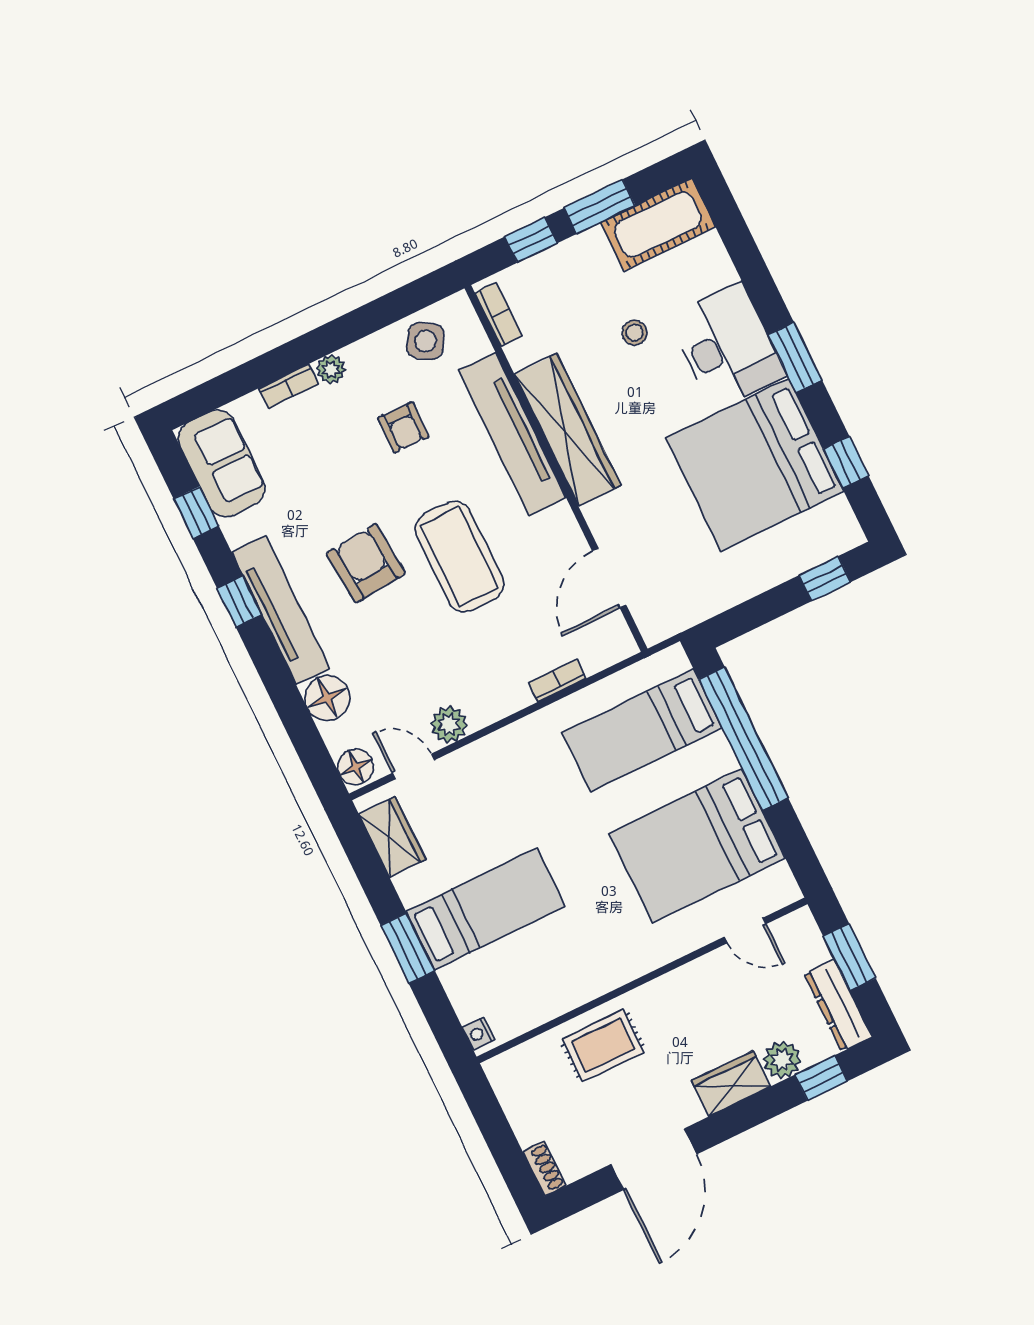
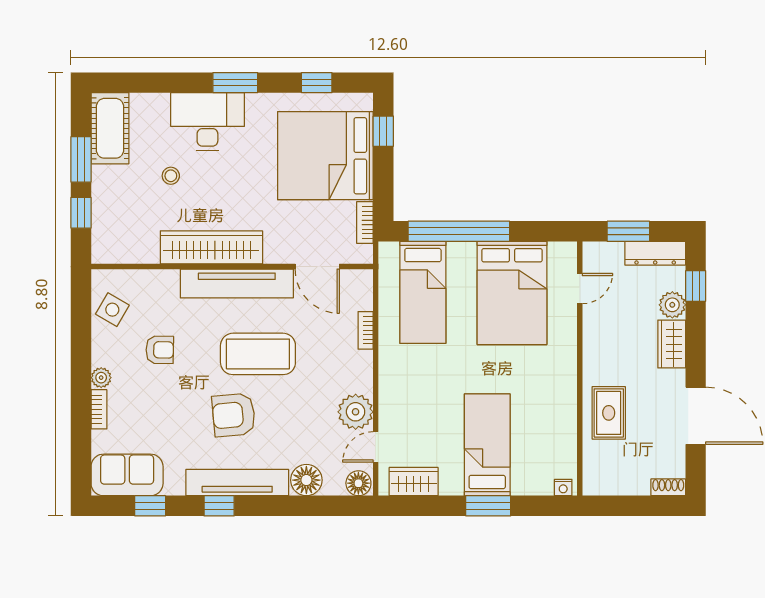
bookcase: (498, 314) -> (365, 223), moved, turned -90
tv unit: (512, 434) -> (237, 283), moved
bed: (755, 465) -> (325, 156), moved, turned 90
plant: (449, 725) -> (356, 412), width x1.36, depth x1.36

